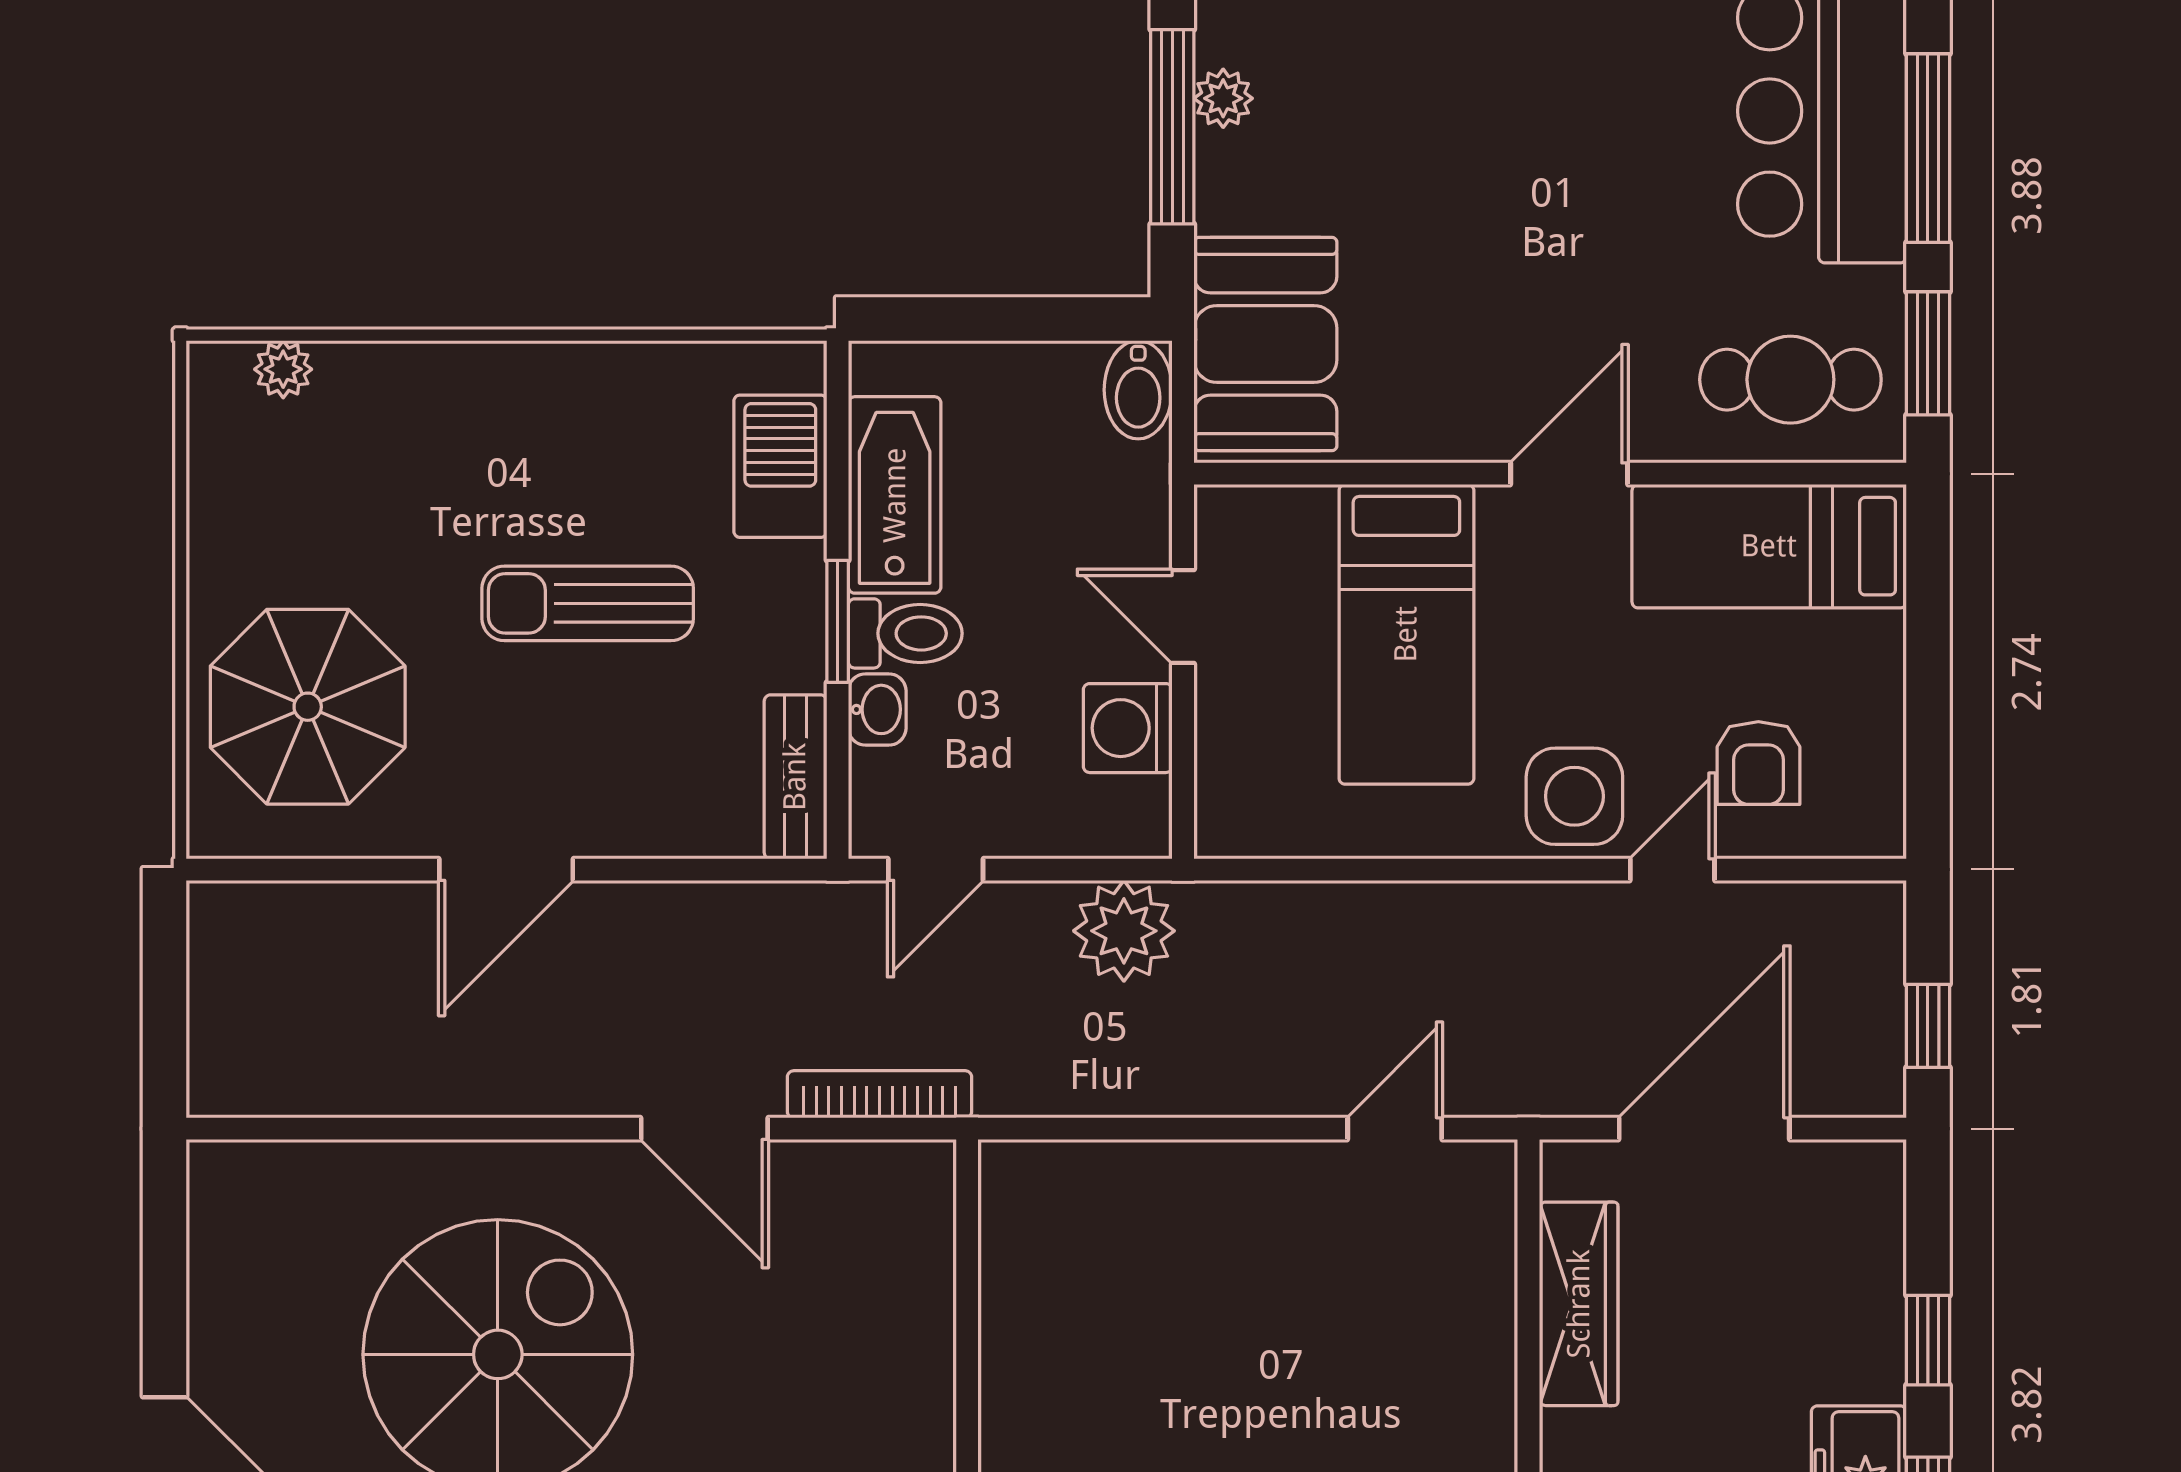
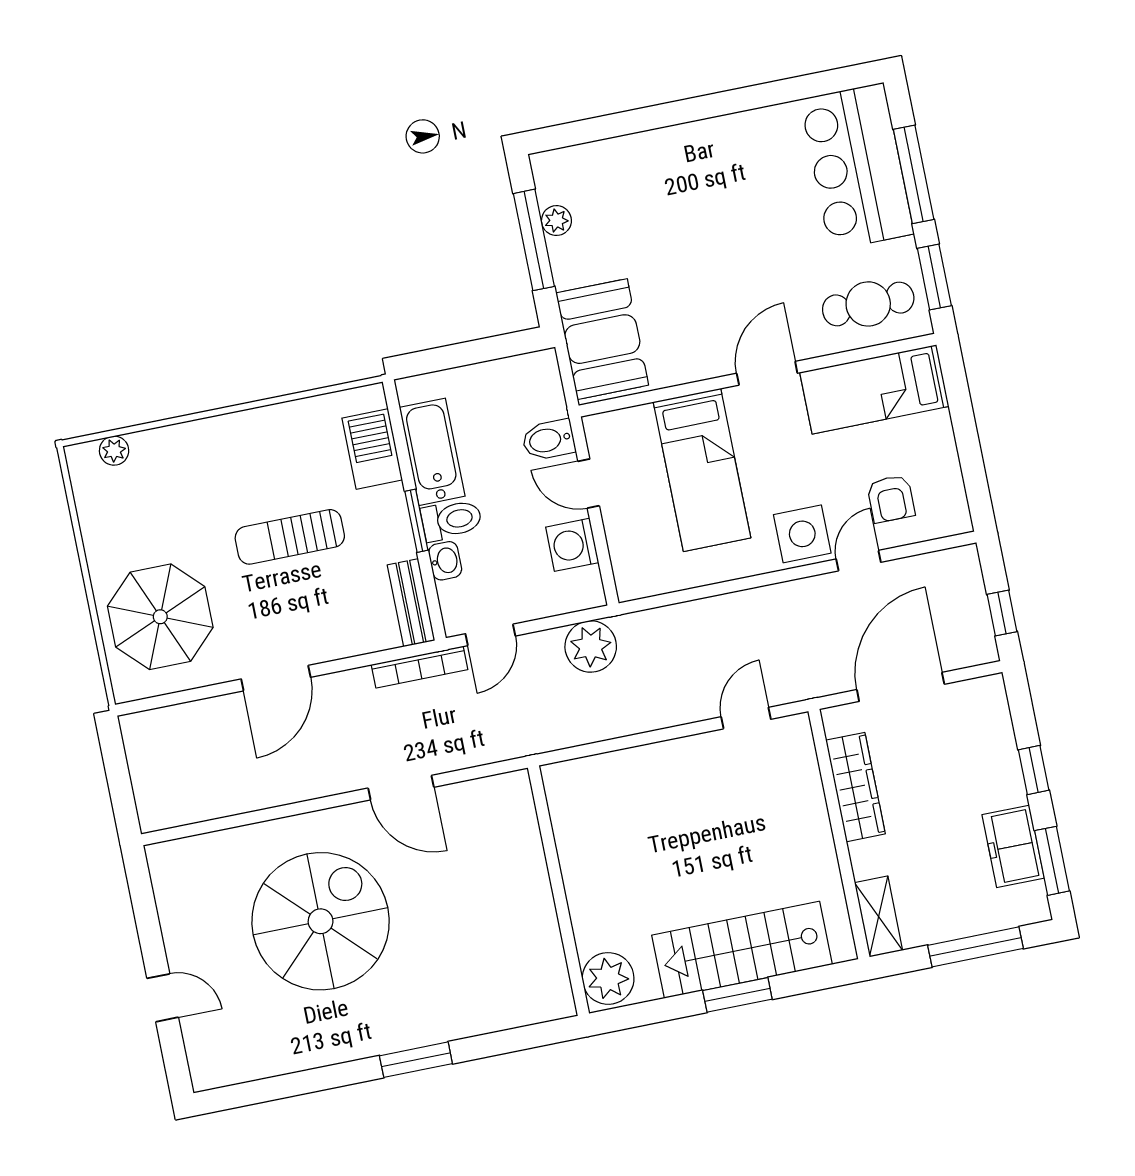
bidet: (1138, 390) -> (549, 440), moved, turned 90
bookcase: (880, 1094) -> (420, 667), moved, turned 180

